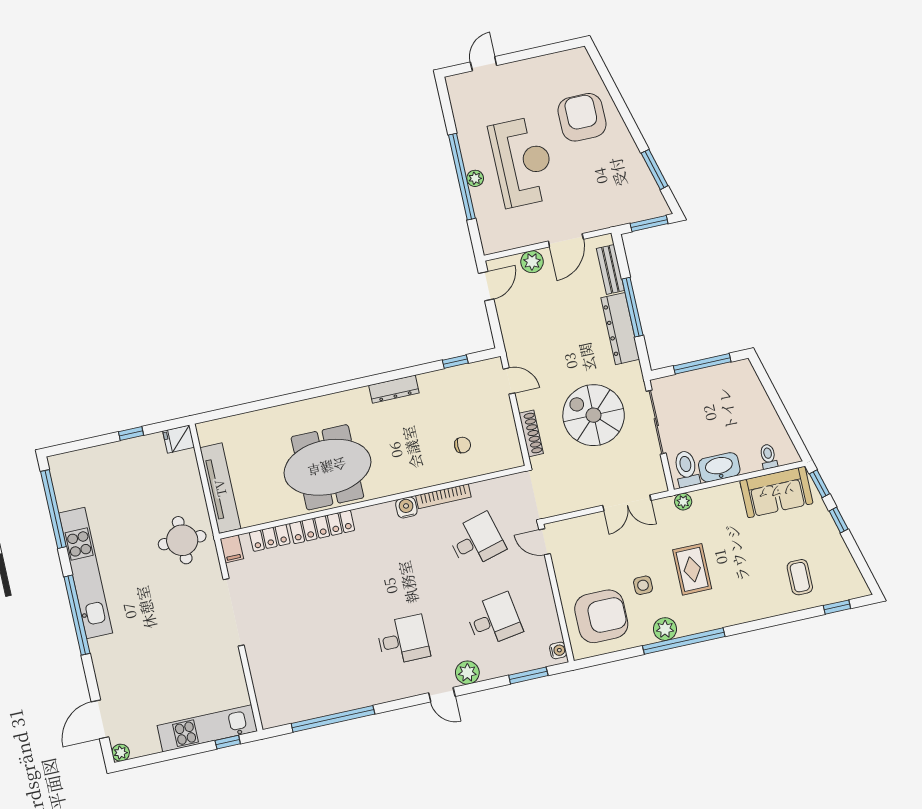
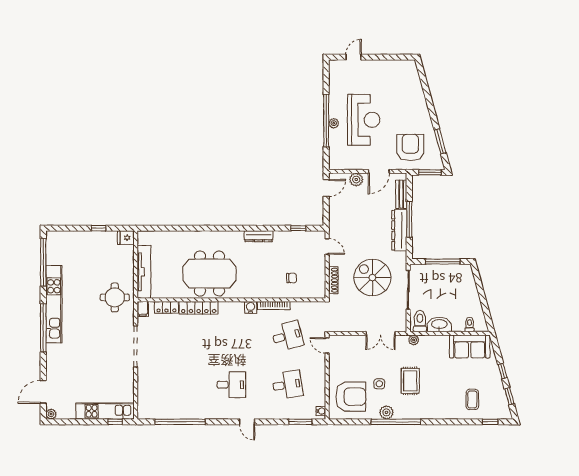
armchair: (582, 117) -> (410, 148), moved
window: (820, 484) -> (509, 396), moved
plant: (467, 673) -> (265, 412), removed

